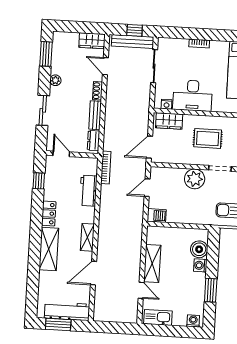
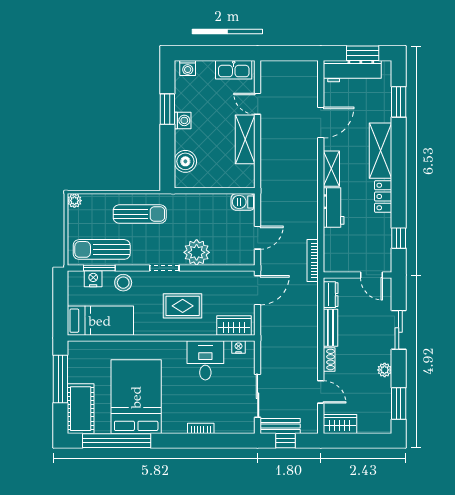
bench: (133, 41) -> (280, 426), width x0.73
desk: (193, 96) -> (205, 360), width x0.73
workbench: (88, 191) -> (334, 208), moved
washing machine: (200, 265) -> (183, 120), moved
window: (33, 286) -> (399, 102), added

